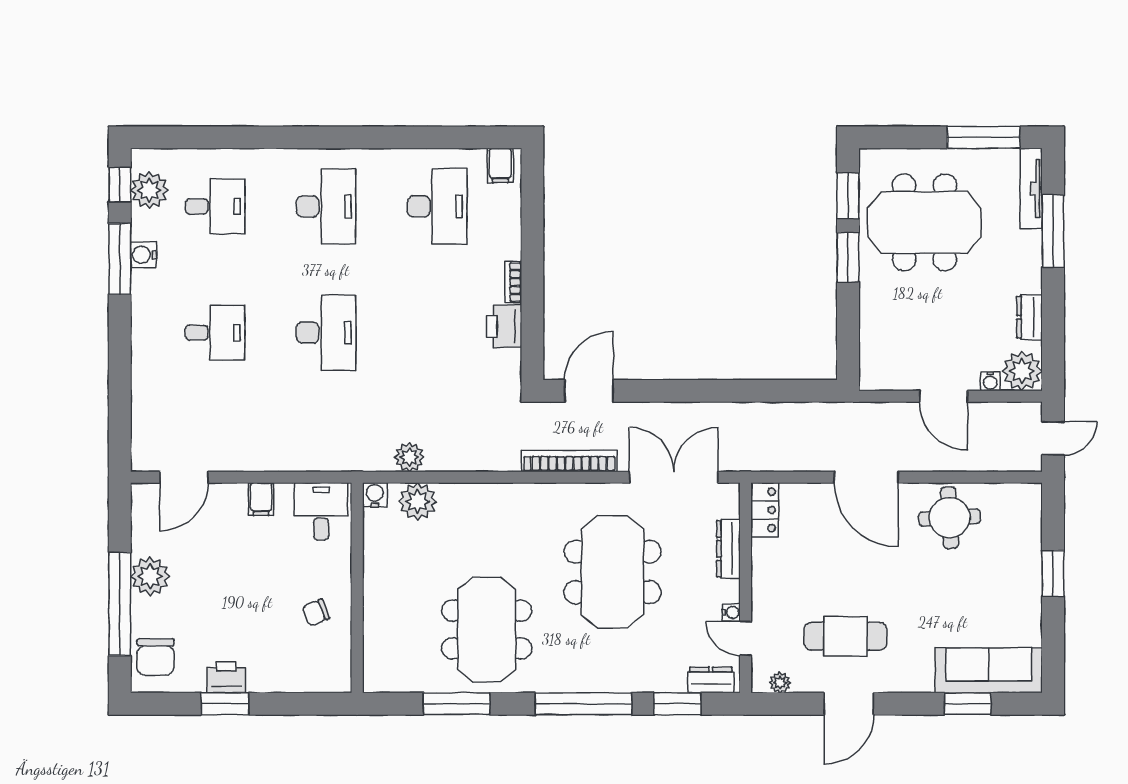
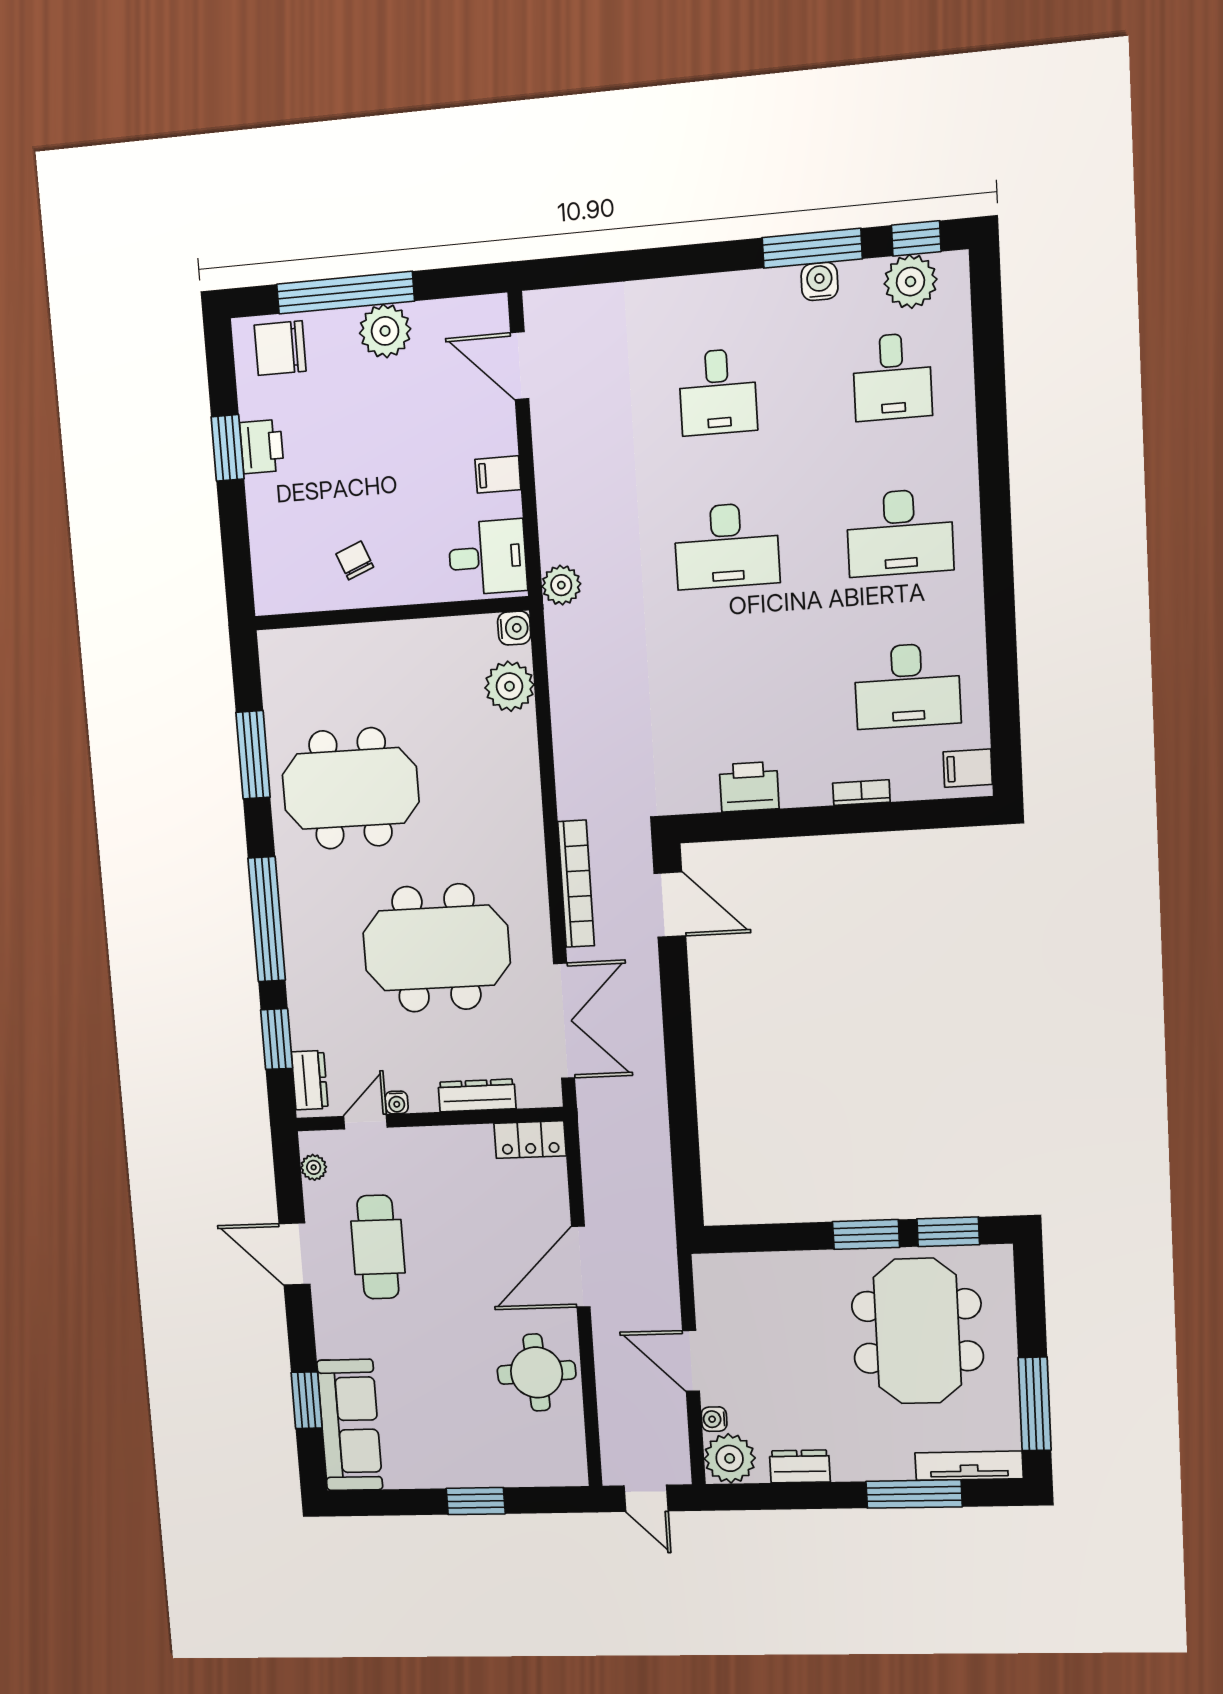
bookcase: (513, 282) -> (861, 793), moved
door: (943, 396) -> (691, 1361), hinge flipped
plant: (409, 457) -> (561, 585), moved

